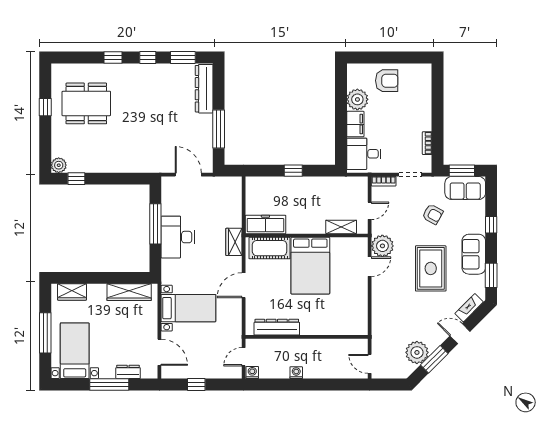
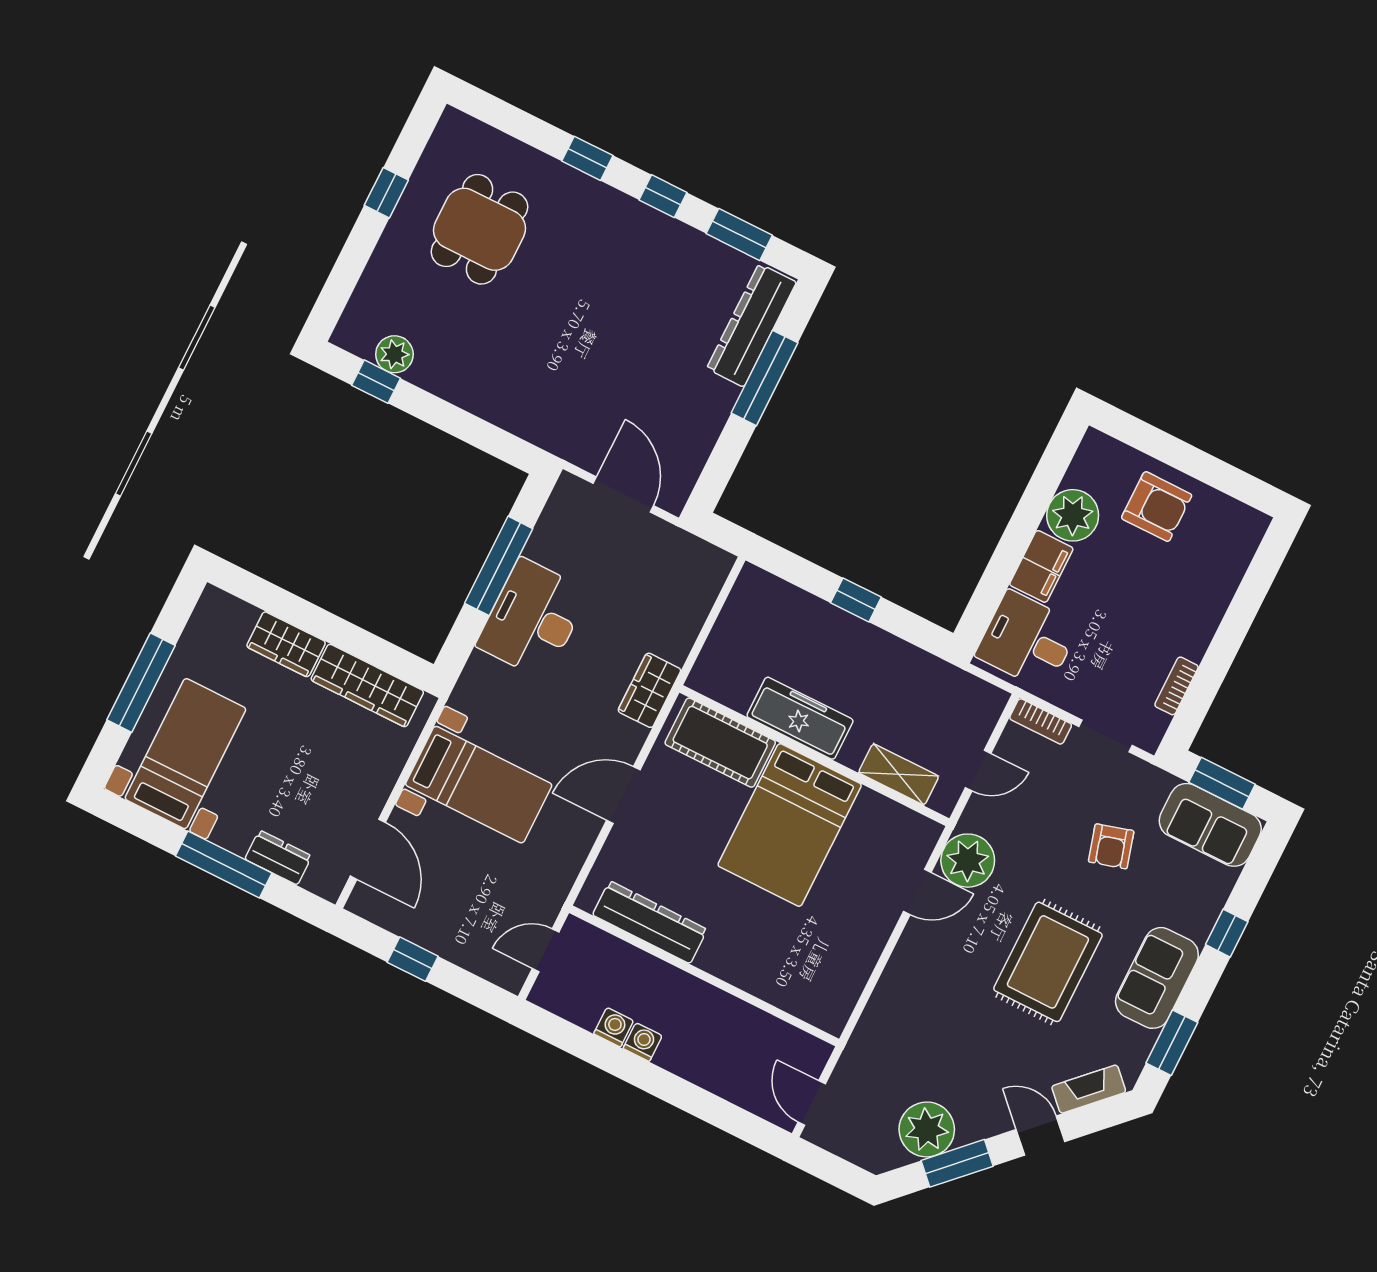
dining table: (86, 103) -> (479, 229), width x0.73
window: (219, 129) -> (764, 378), moved
plant: (59, 165) -> (394, 354), moved
armchair: (433, 214) -> (1111, 846), turned 45
freezer: (265, 224) -> (800, 718), moved
wardrobe: (72, 292) -> (286, 644), moved
washing machine: (252, 373) -> (614, 1027), moved

